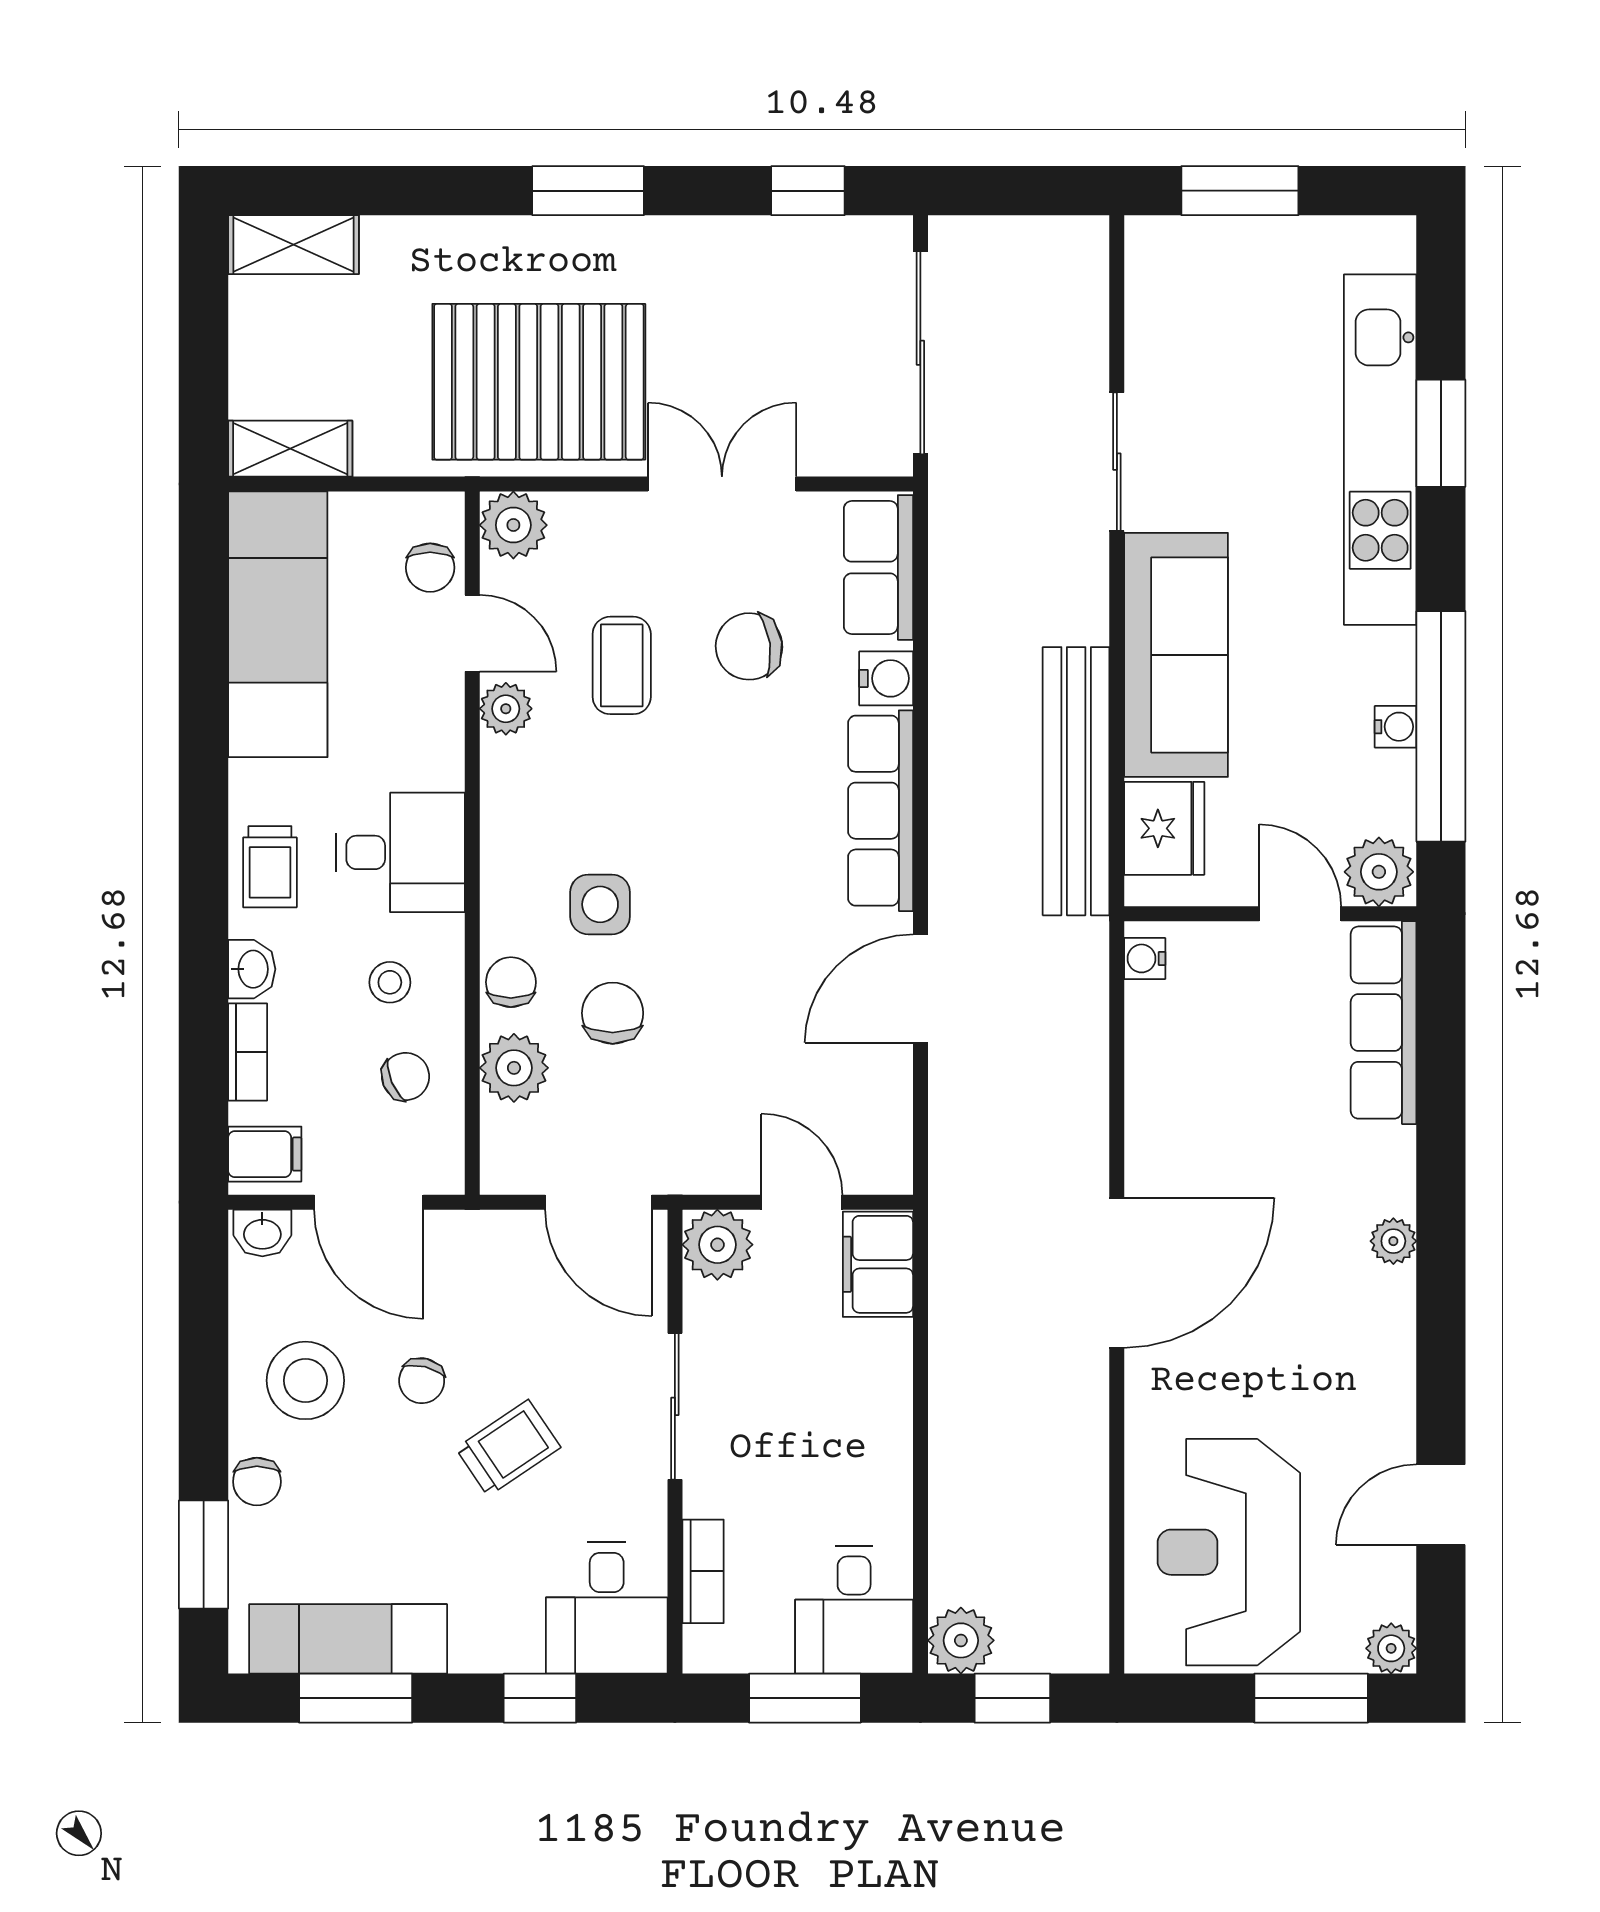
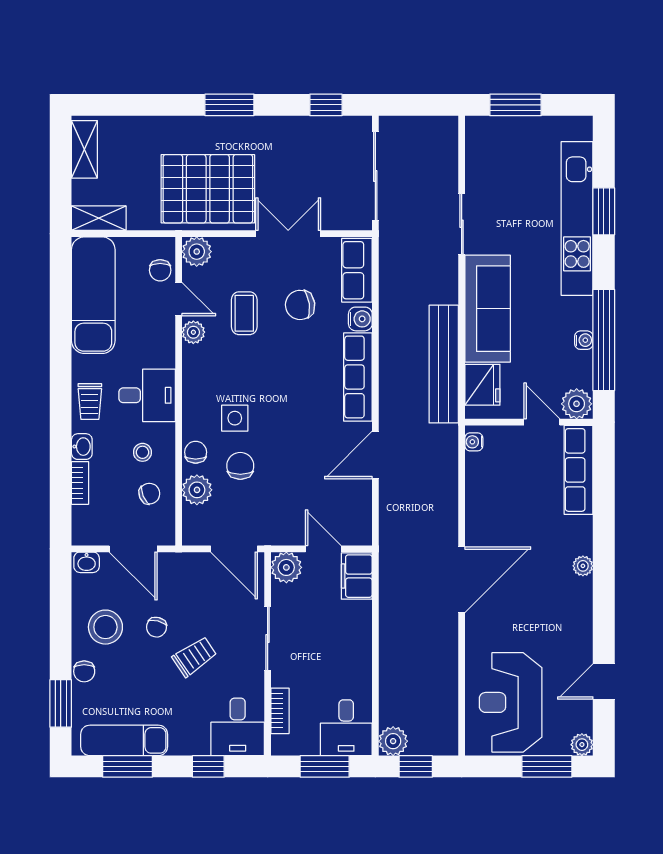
shelving: (293, 245) -> (84, 149), moved, turned 90
filing cabinet: (265, 1154) -> (88, 528), removed

